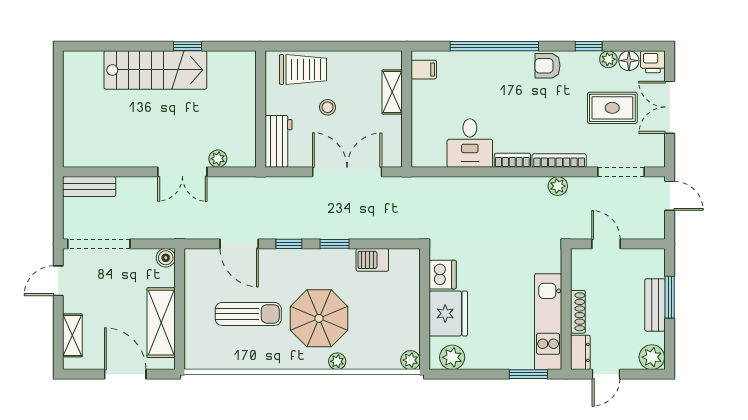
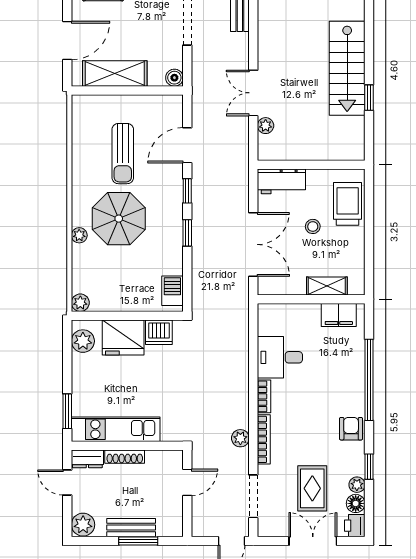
trolley: (303, 69) -> (348, 204), turned 180
filing cabinet: (424, 70) -> (339, 315), width x2.00
barbecue: (372, 260) -> (172, 291), moved

